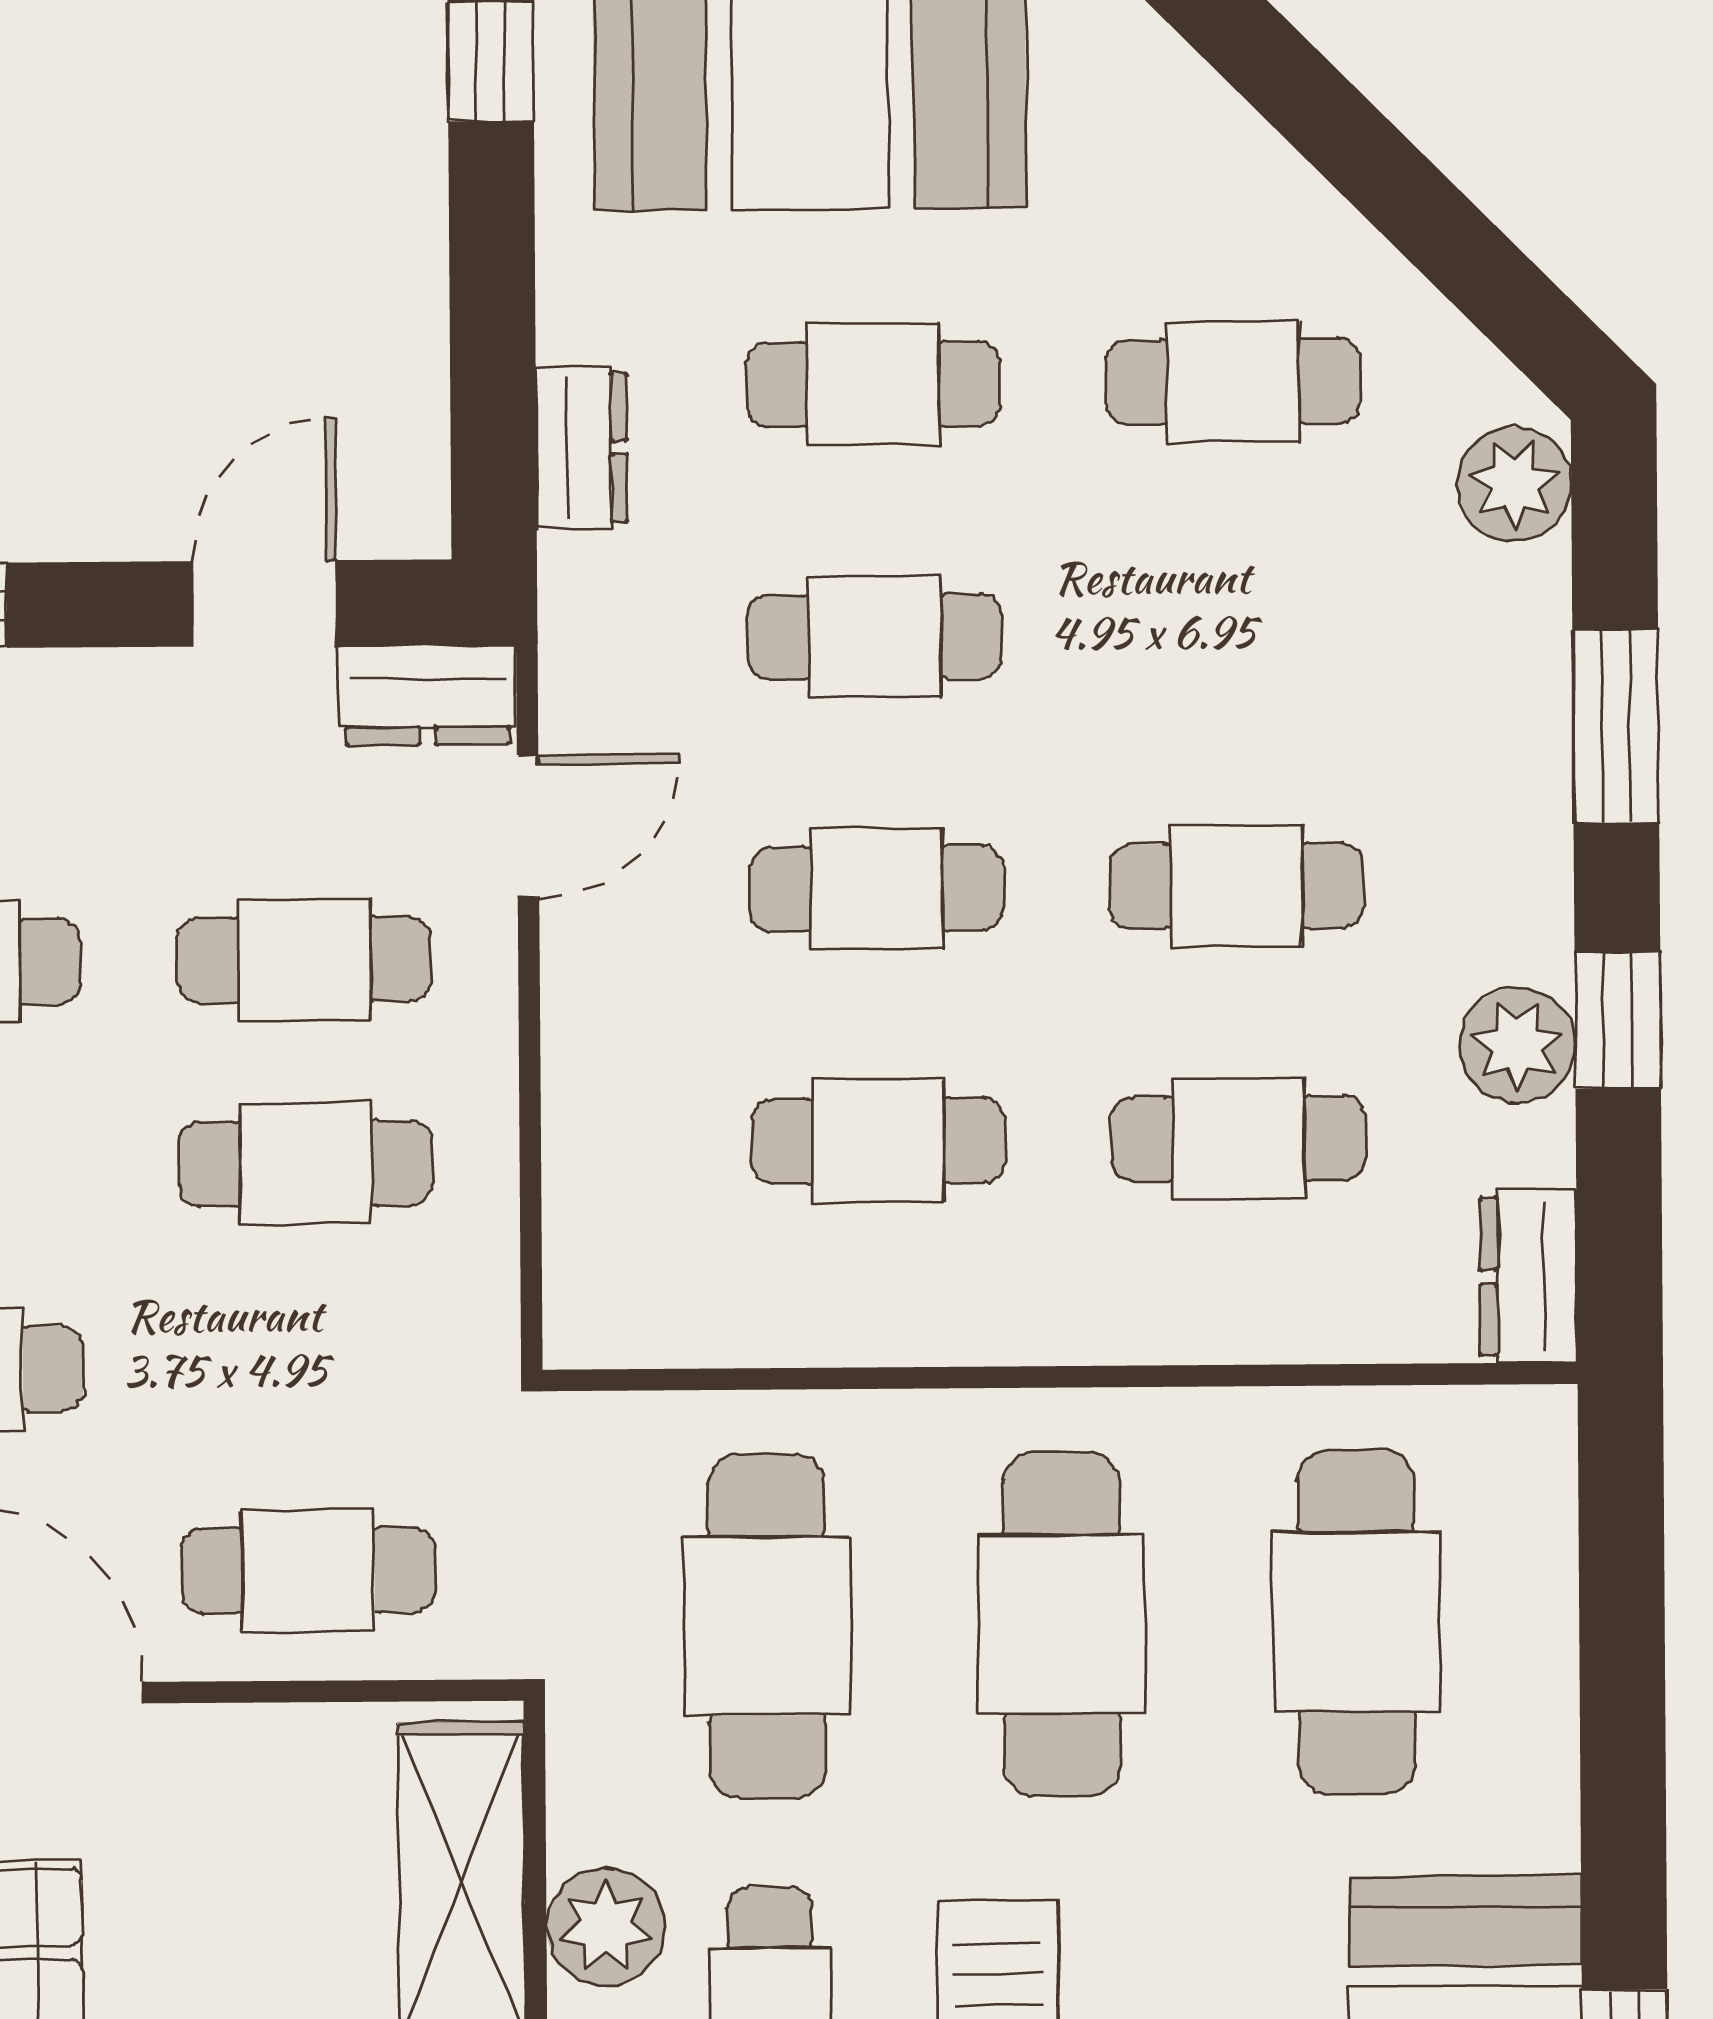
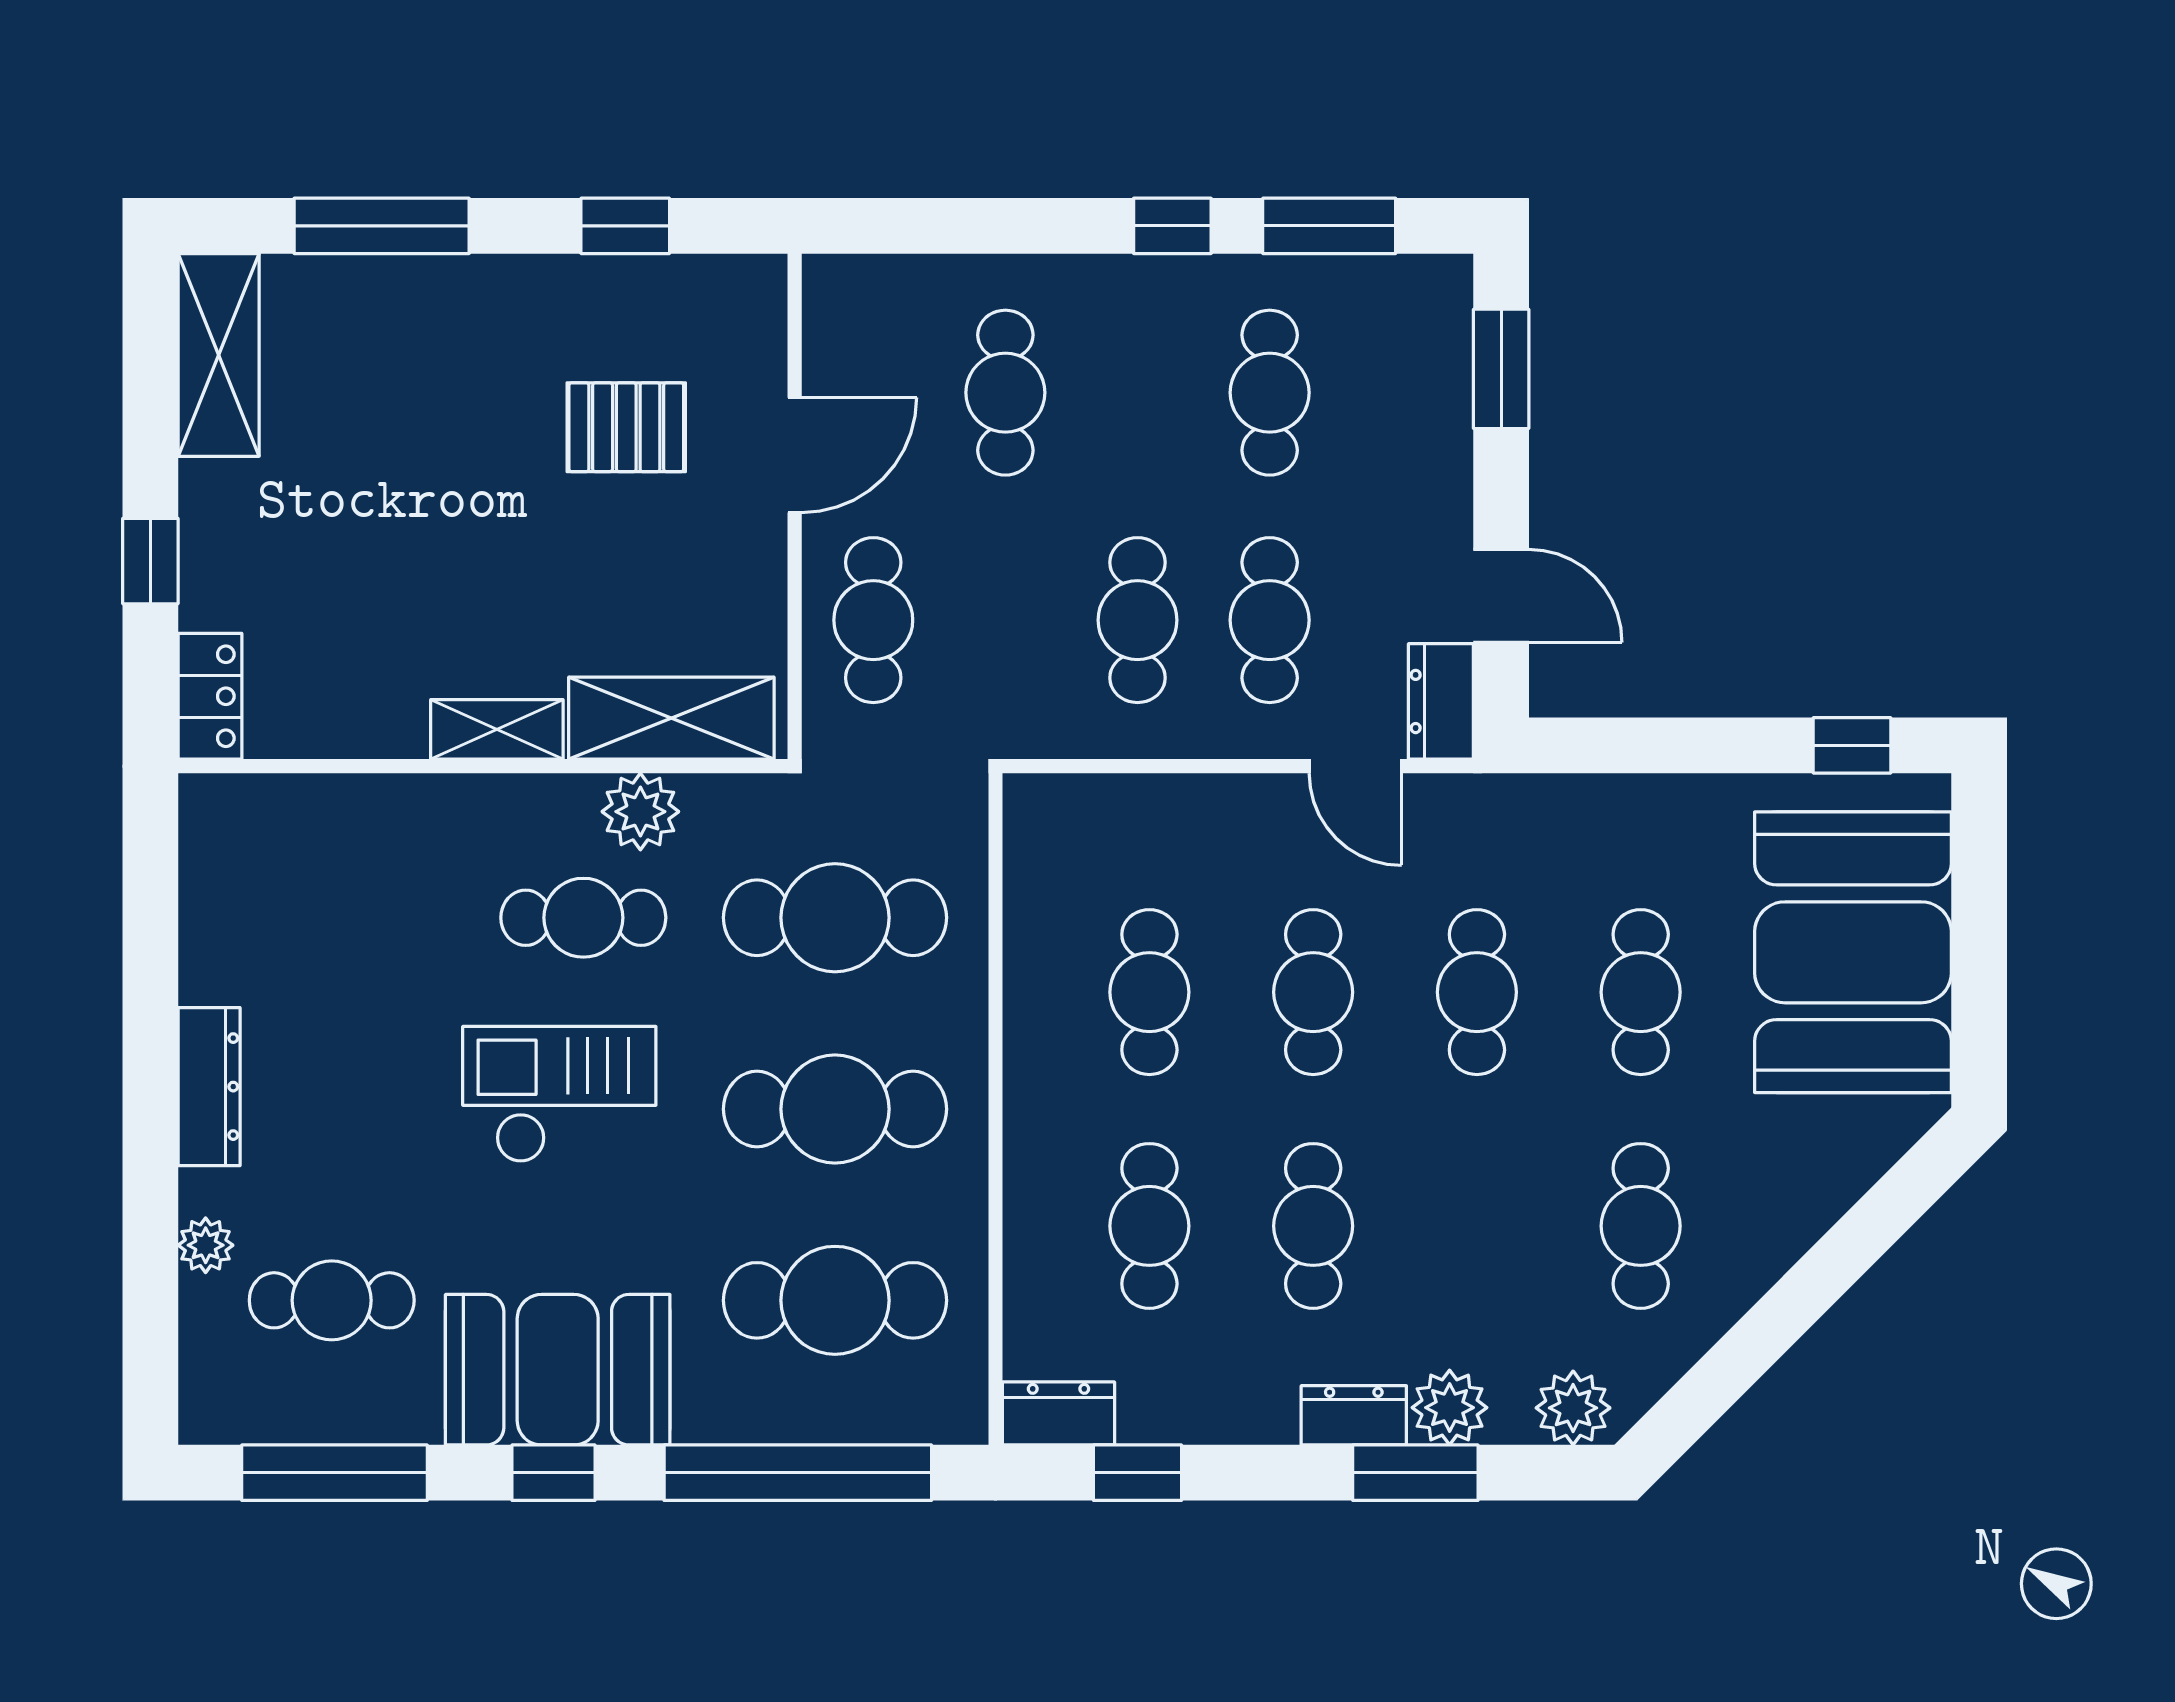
dresser: (582, 448) -> (1354, 1415), moved, turned 180
window: (1618, 1021) -> (1137, 1473), moved
plant: (1518, 1045) -> (1450, 1408), moved
window: (1622, 1677) -> (798, 1473), added

